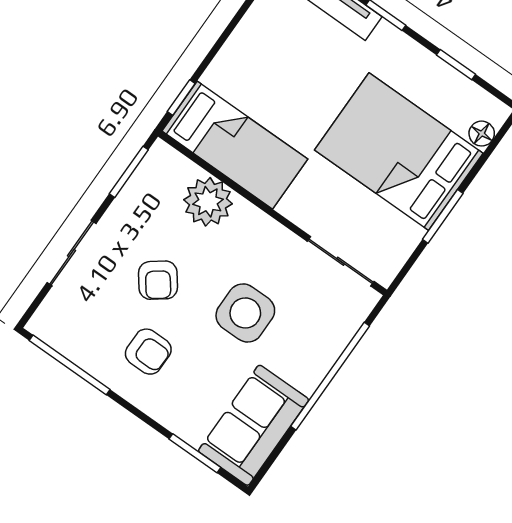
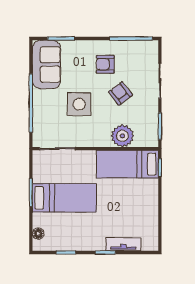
bed: (399, 152) -> (64, 198), width x0.67

